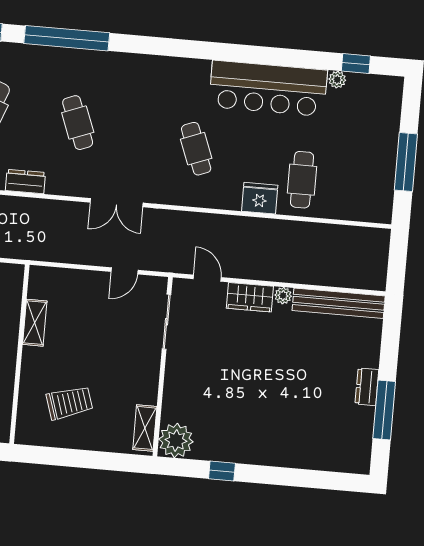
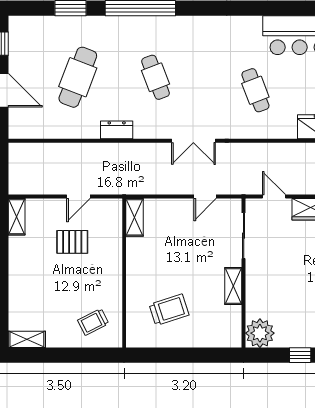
shelving: (35, 323) -> (135, 217), moved
shelving: (145, 428) -> (233, 286), moved

